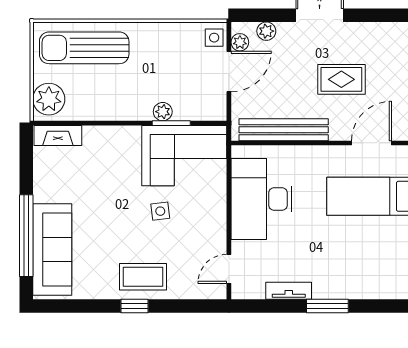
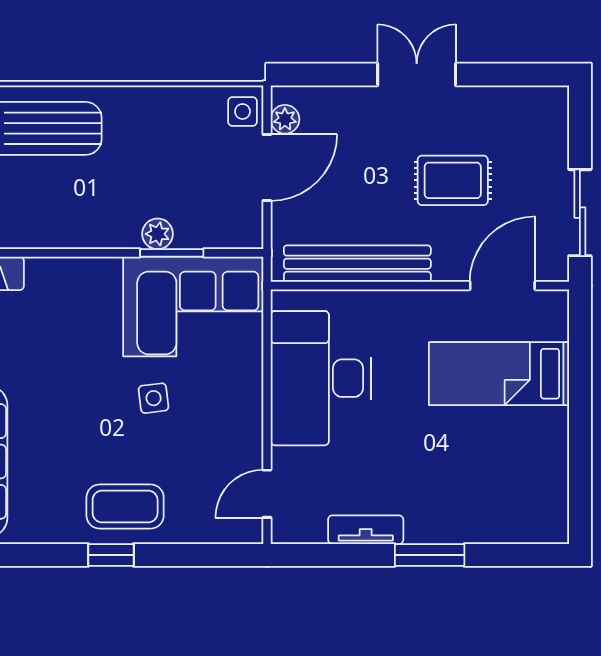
plant: (266, 31) -> (329, 101), removed

